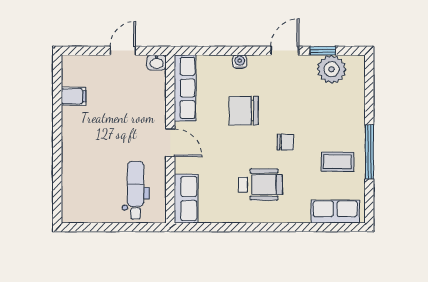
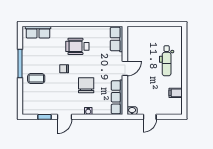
plant: (331, 69) -> (40, 107), removed
chair: (244, 111) -> (86, 85), turned -90
door: (170, 143) -> (125, 68), swing flipped
coffee table: (338, 162) -> (36, 79), moved
dental chair: (136, 190) -> (167, 61), moved

